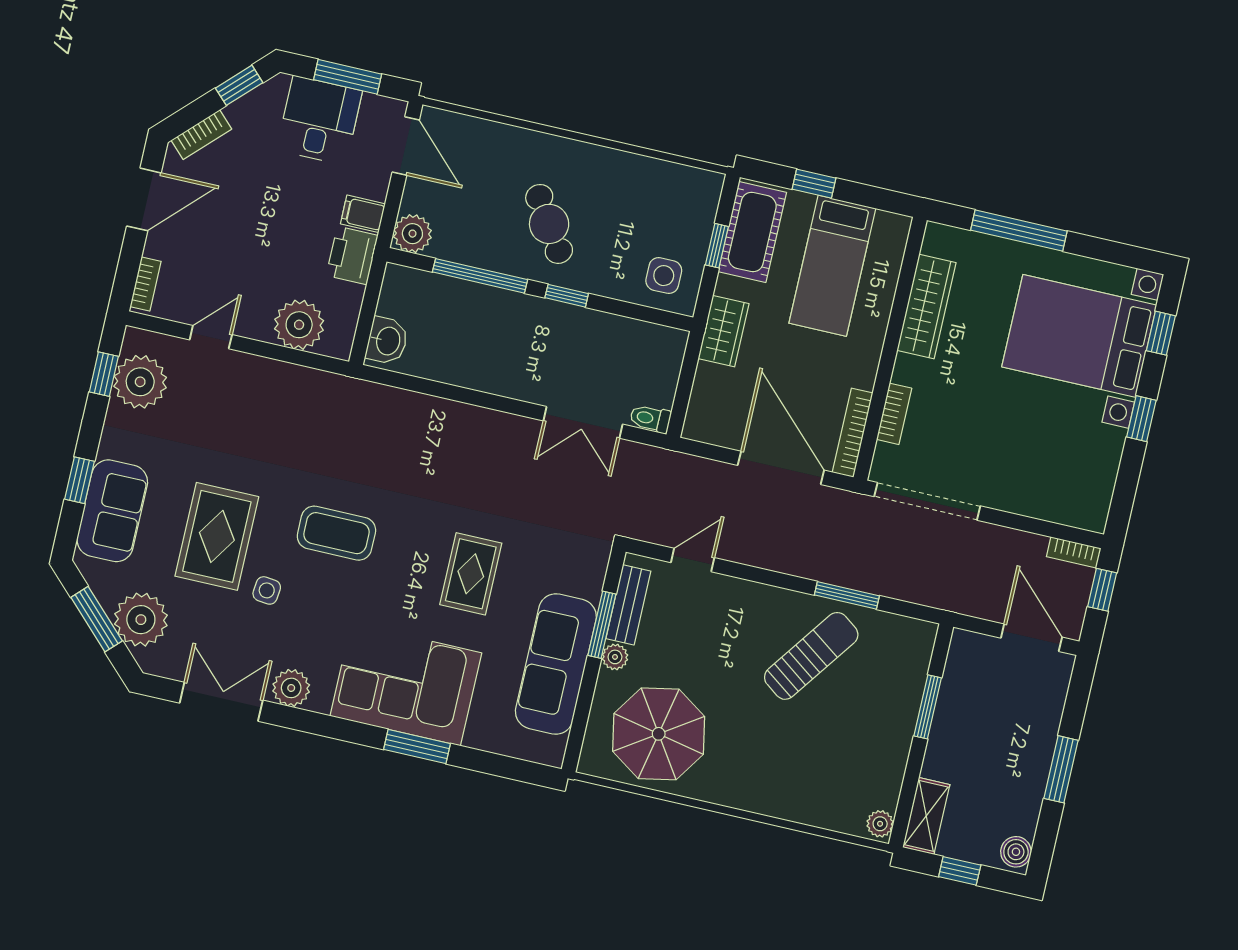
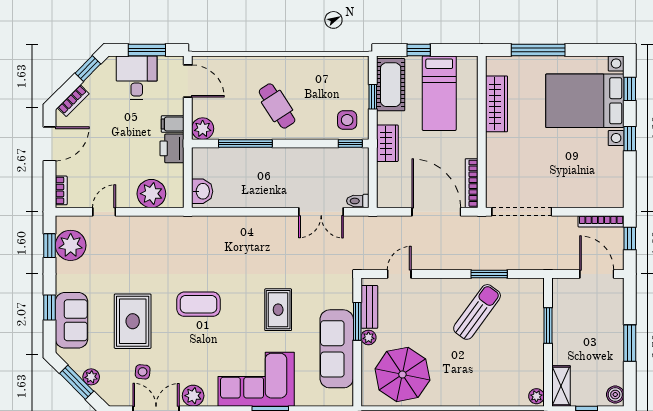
window: (567, 296) -> (350, 143), moved
bookcase: (894, 414) -> (492, 167), removed
bookcase: (1074, 552) -> (601, 221), width x1.56
side table: (267, 590) -> (143, 372), moved
plant: (141, 620) -> (91, 377), width x0.53, depth x0.53

